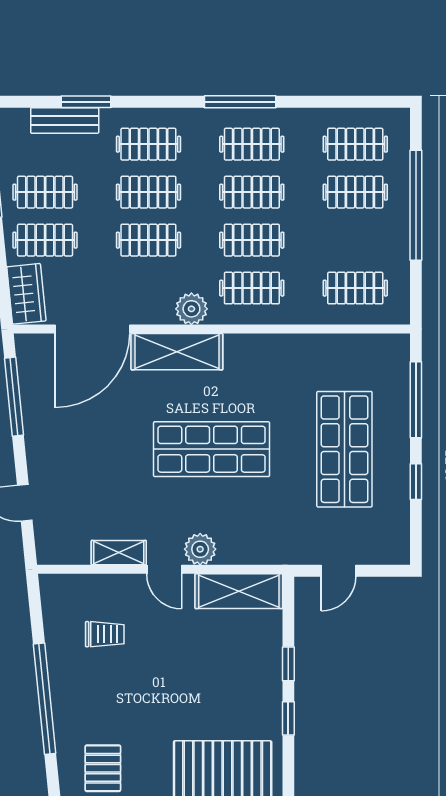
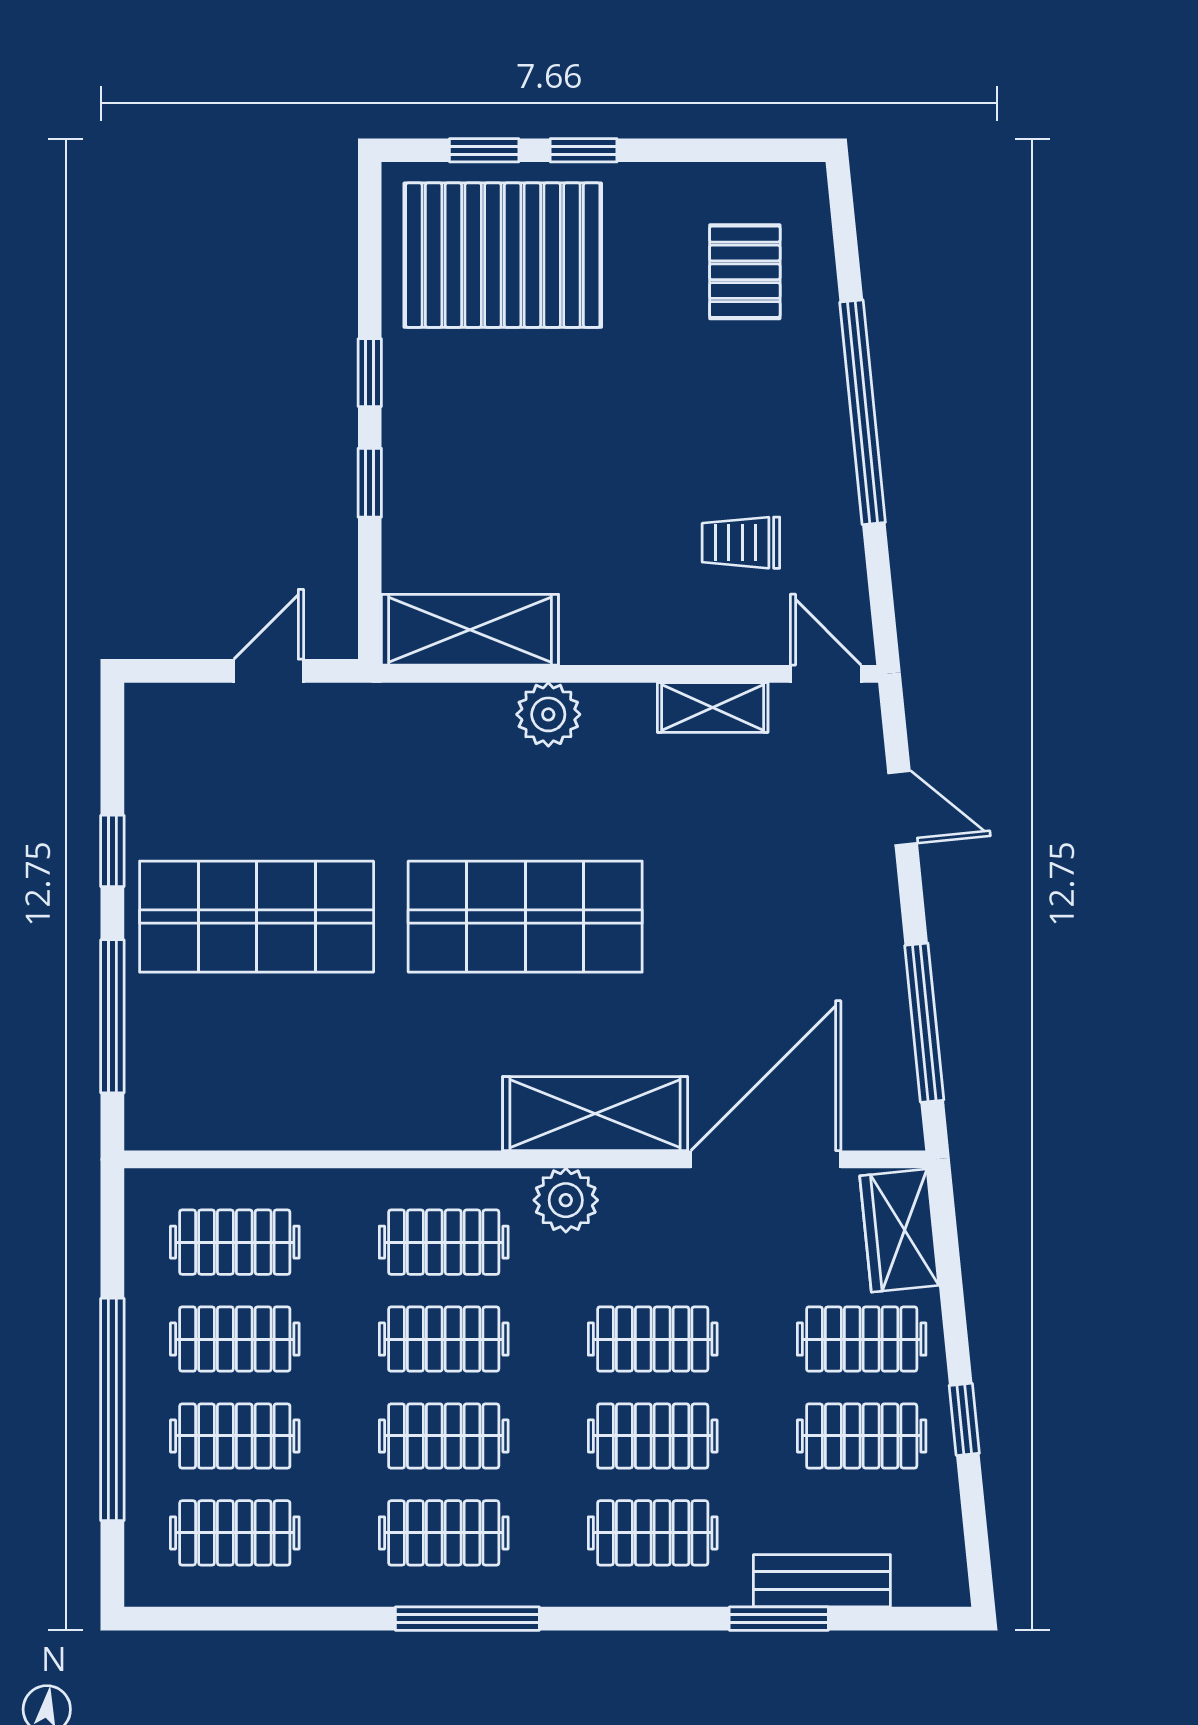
clothes rail: (355, 240) -> (235, 1339), added
shop shelf: (344, 449) -> (257, 917), turned 90
door: (164, 569) -> (826, 674), moved

